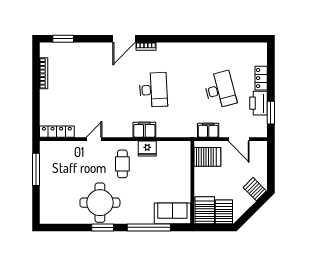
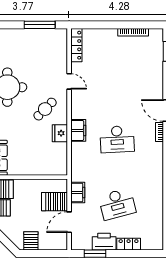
server rack: (207, 157) -> (54, 202), moved, turned 90
cafe table: (122, 164) -> (45, 109), turned -45
server rack: (255, 189) -> (31, 241), moved, turned -45

